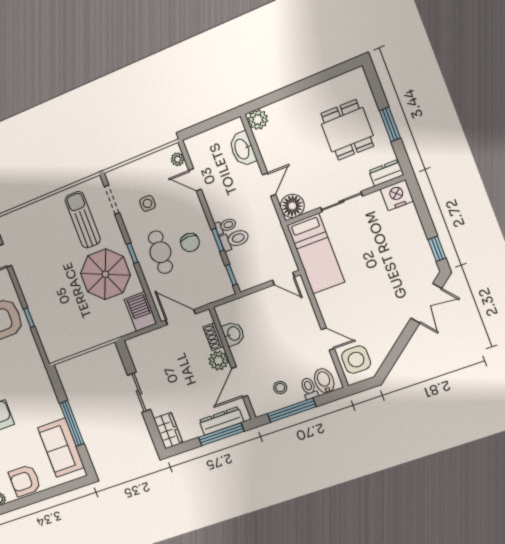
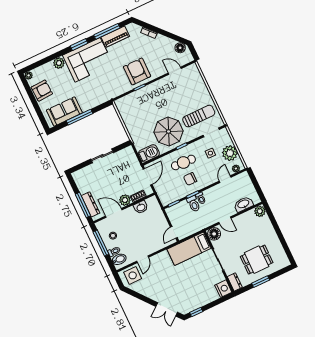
plant: (150, 169) -> (230, 153), added
wardrobe: (168, 431) -> (82, 174), removed
armchair: (25, 481) -> (42, 91), turned 87

